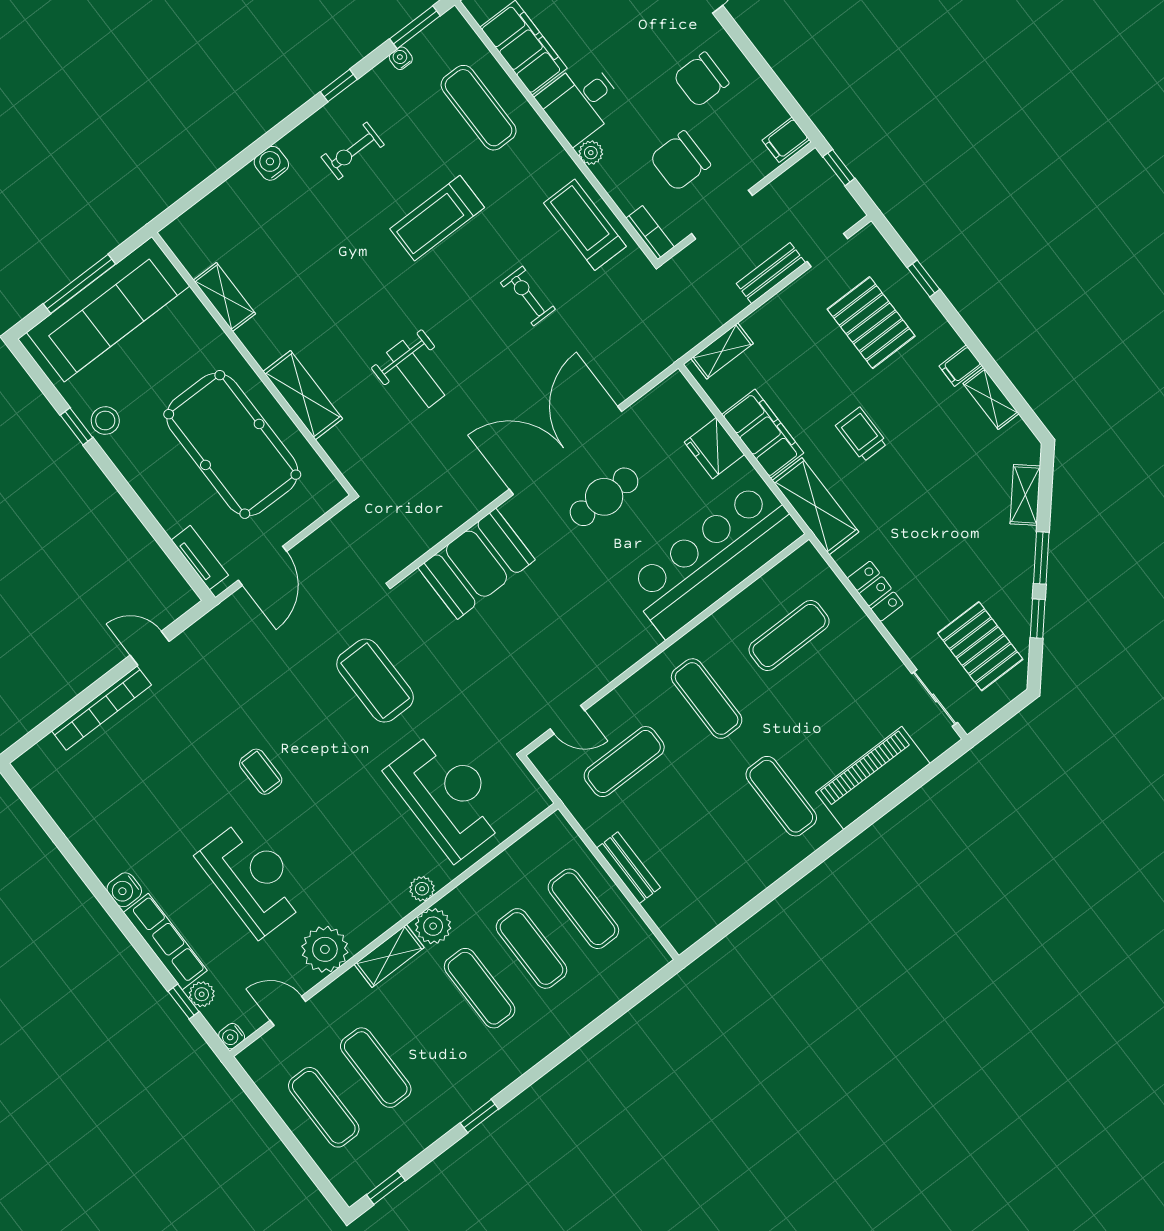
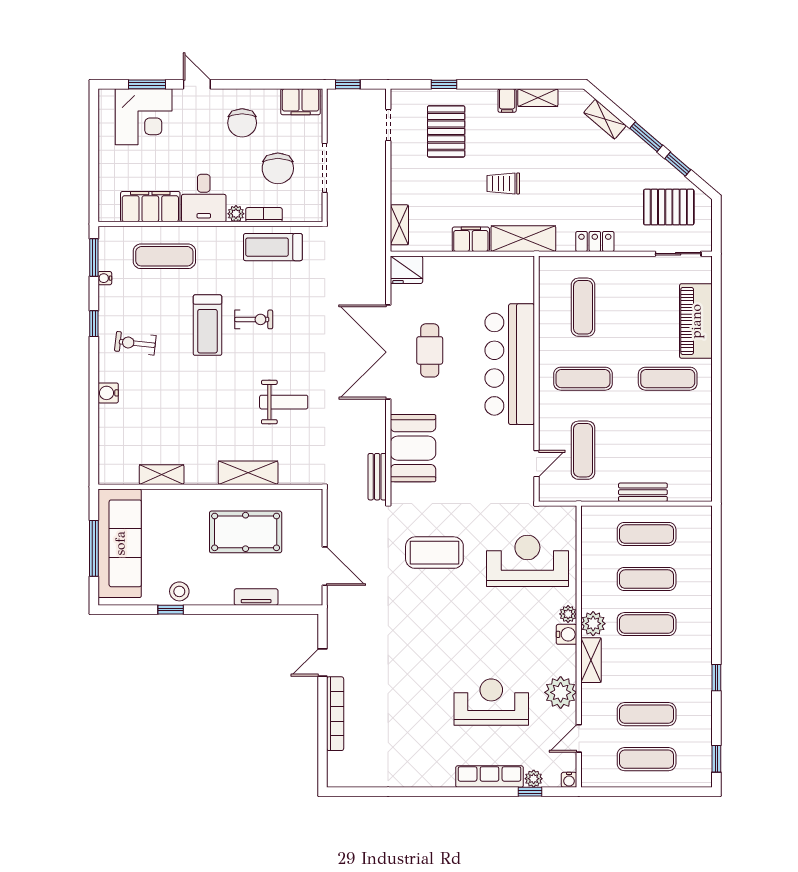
filing cabinet: (786, 140) -> (301, 102), width x2.00
exercise bike: (353, 151) -> (135, 343), turned 96
bookcase: (650, 233) -> (264, 215), moved
bench: (771, 273) -> (377, 477), moved
exercise bike: (528, 296) -> (254, 319), moved, turned 180
pallet: (871, 323) -> (446, 131), turned 90
filing cabinet: (763, 434) -> (471, 239), width x0.67, depth x0.86
pool table: (232, 444) -> (246, 532), width x0.73, depth x0.76
fridge: (714, 448) -> (406, 270), moved
tv unit: (200, 558) -> (256, 597), moved
bar counter: (714, 559) -> (510, 364), moved
coffee table: (261, 772) -> (437, 653), removed
water cooler: (124, 890) -> (567, 634), moved, turned -90

